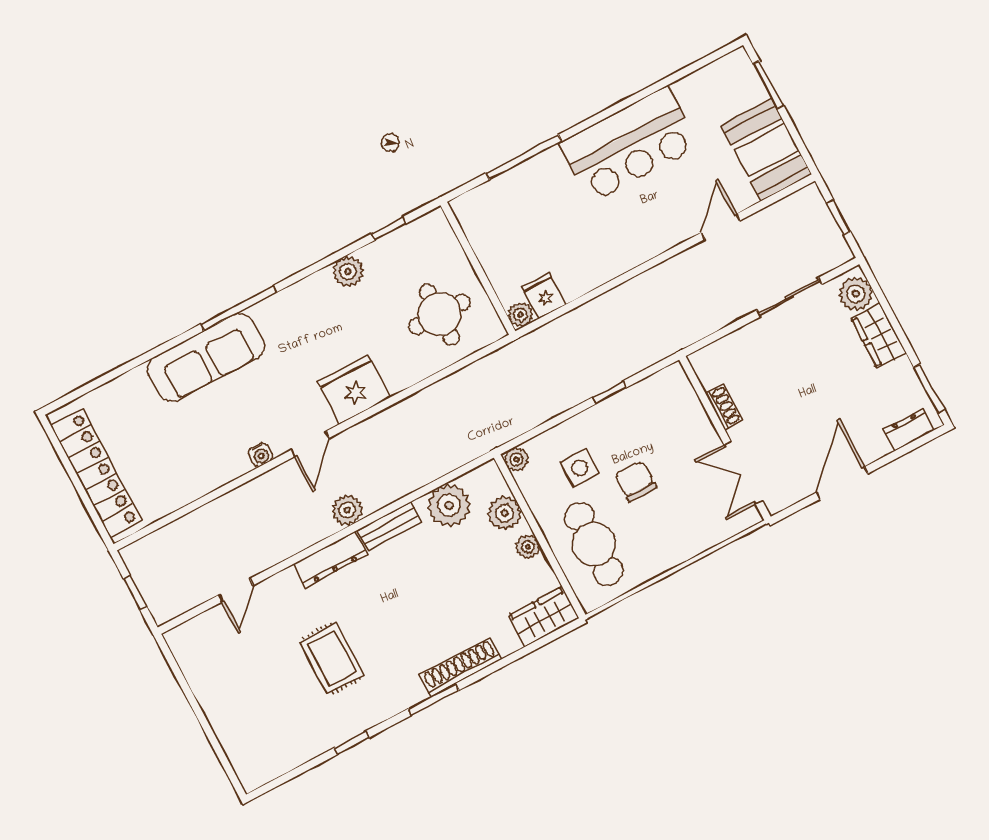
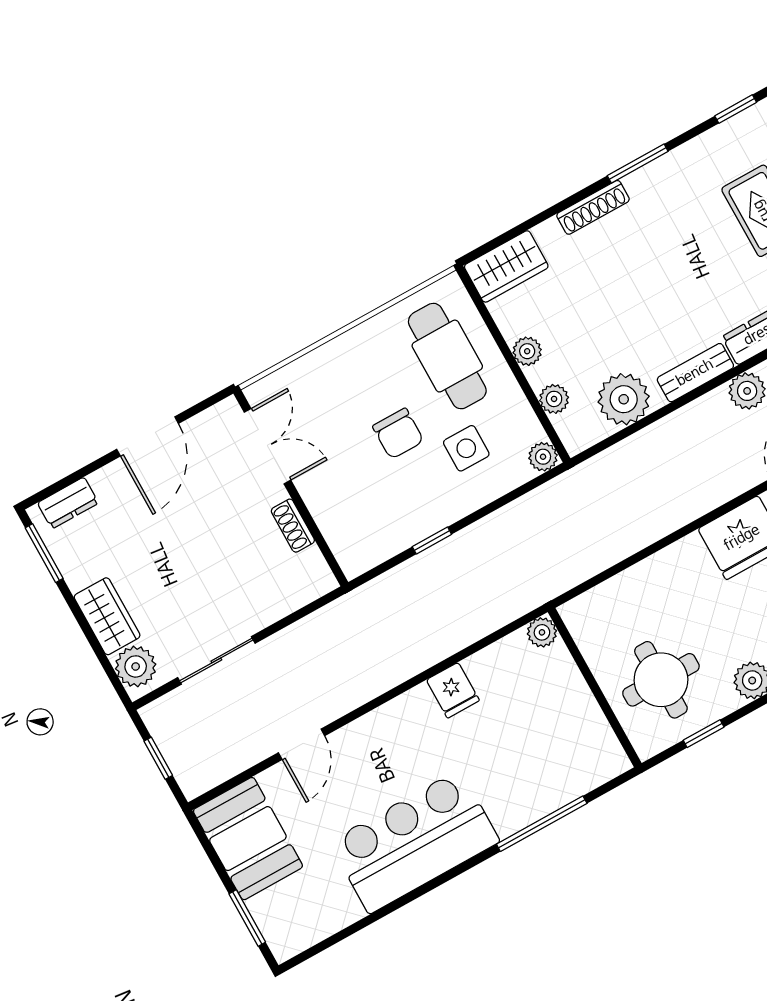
fridge: (544, 295) -> (453, 690), moved
round table: (440, 314) -> (661, 680), moved
plant: (504, 513) -> (554, 399), width x0.73, depth x0.73
shoe rack: (460, 667) -> (593, 207), width x0.74, depth x0.81

